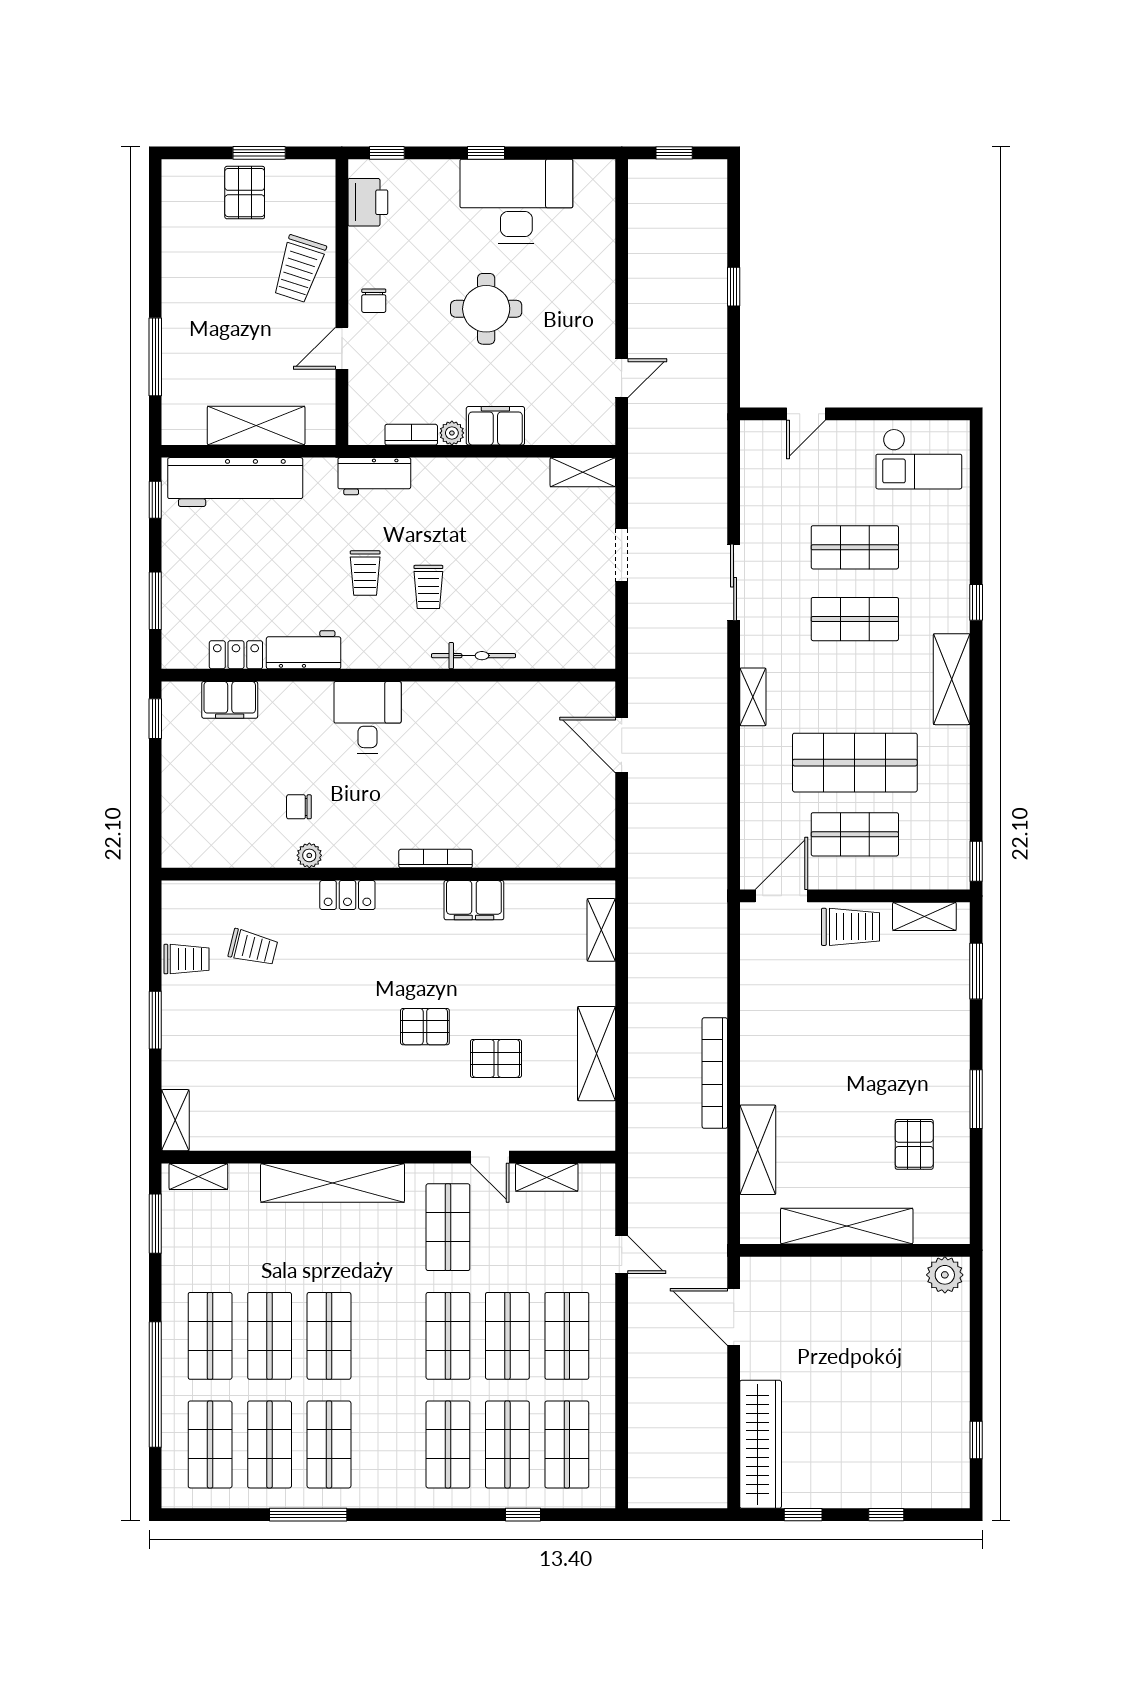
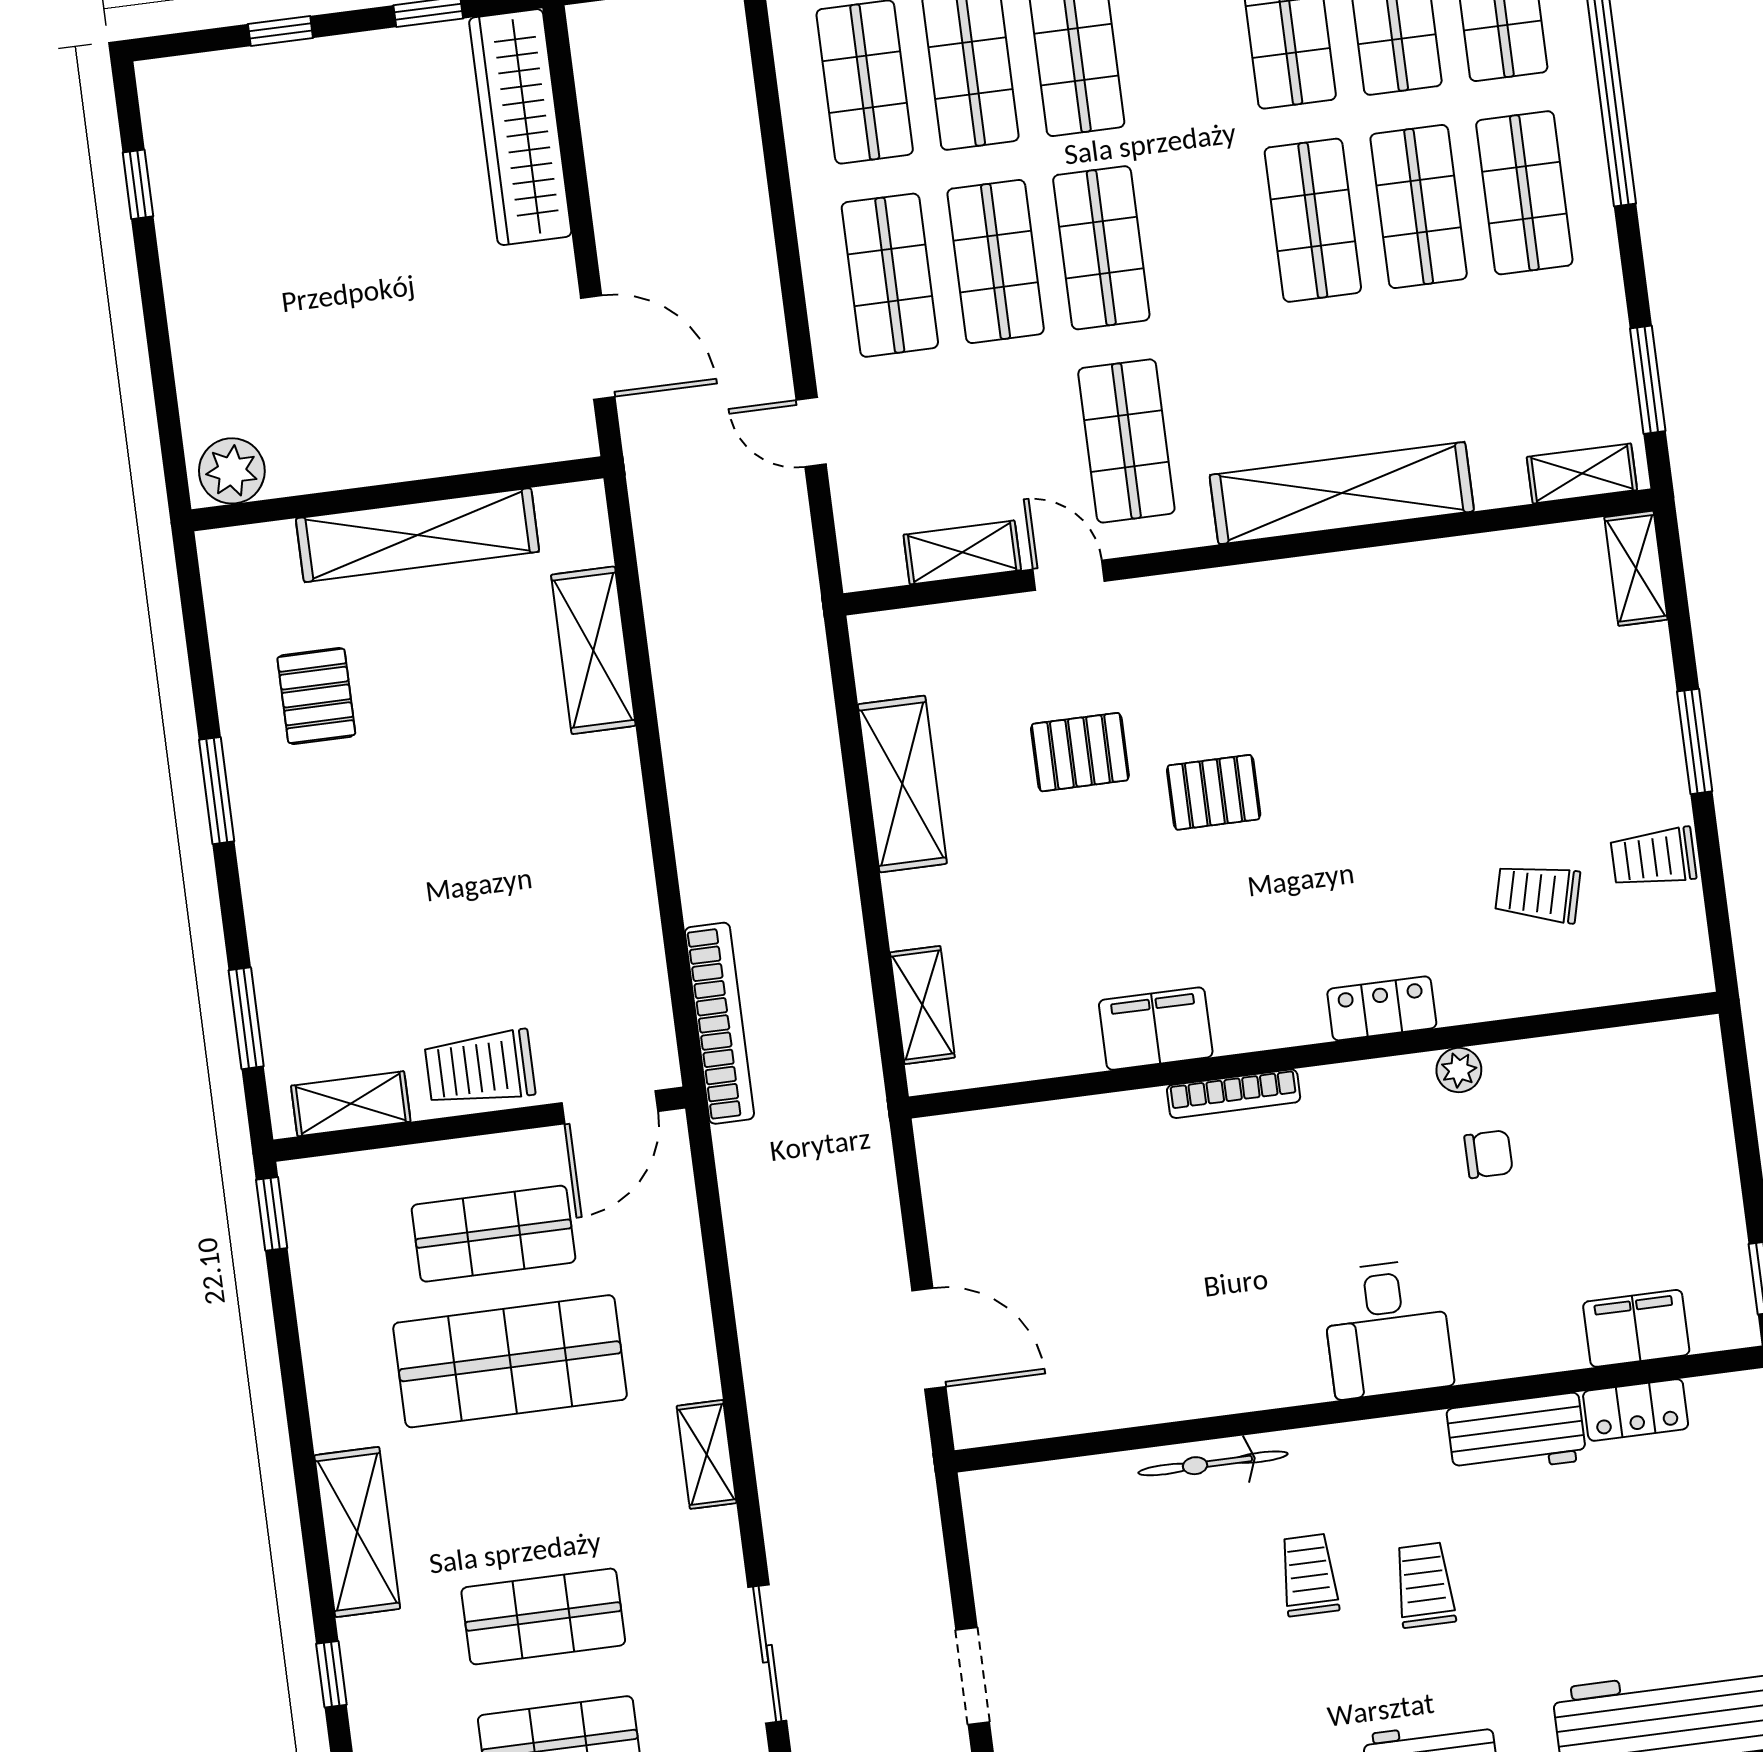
bookcase: (715, 1073) -> (719, 1023), moved

